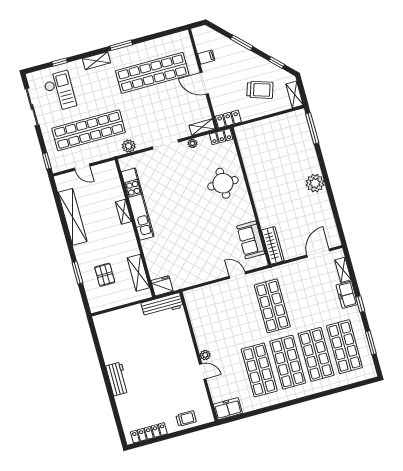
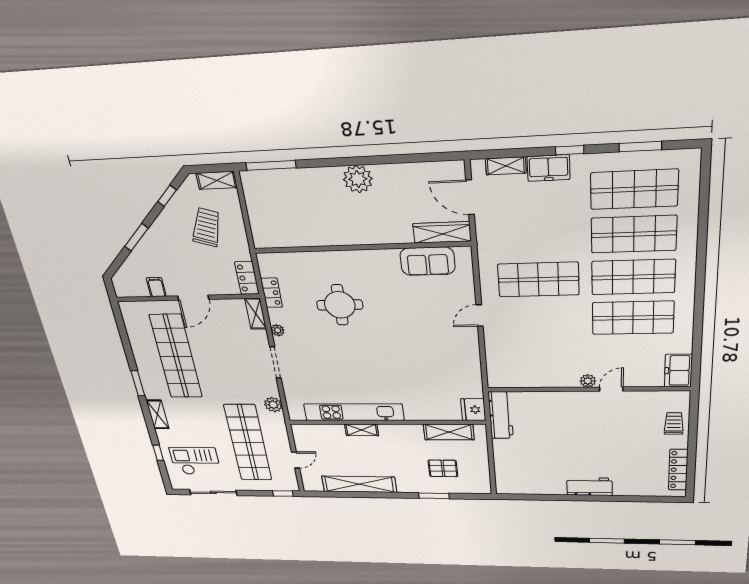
wall: (251, 196) -> (361, 247), moved
sofa: (251, 240) -> (428, 261), moved
wardrobe: (273, 245) -> (442, 232), moved

